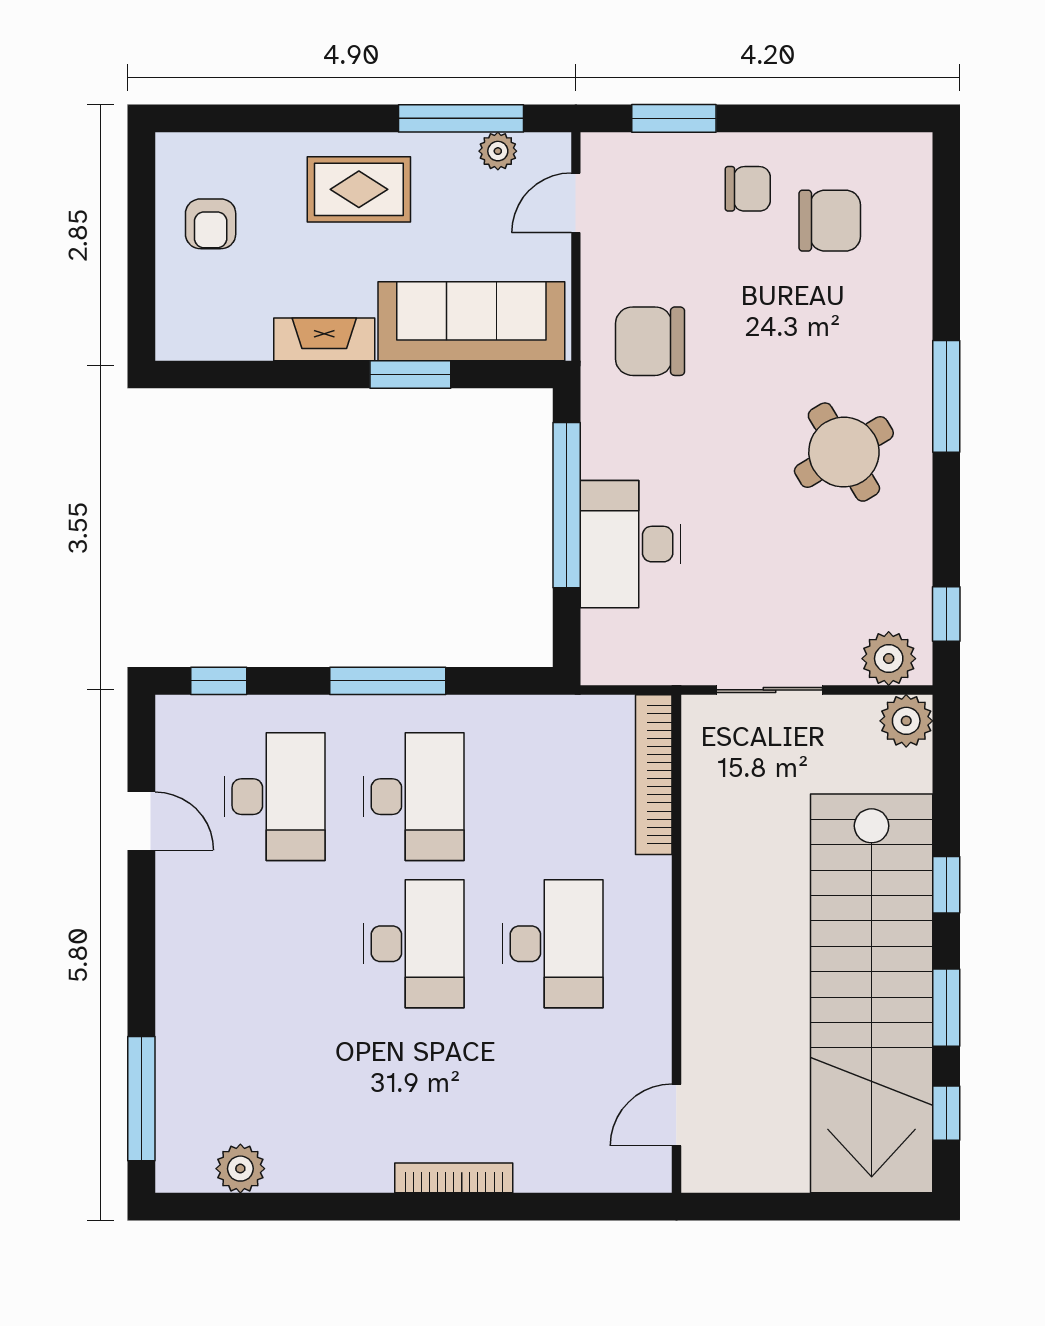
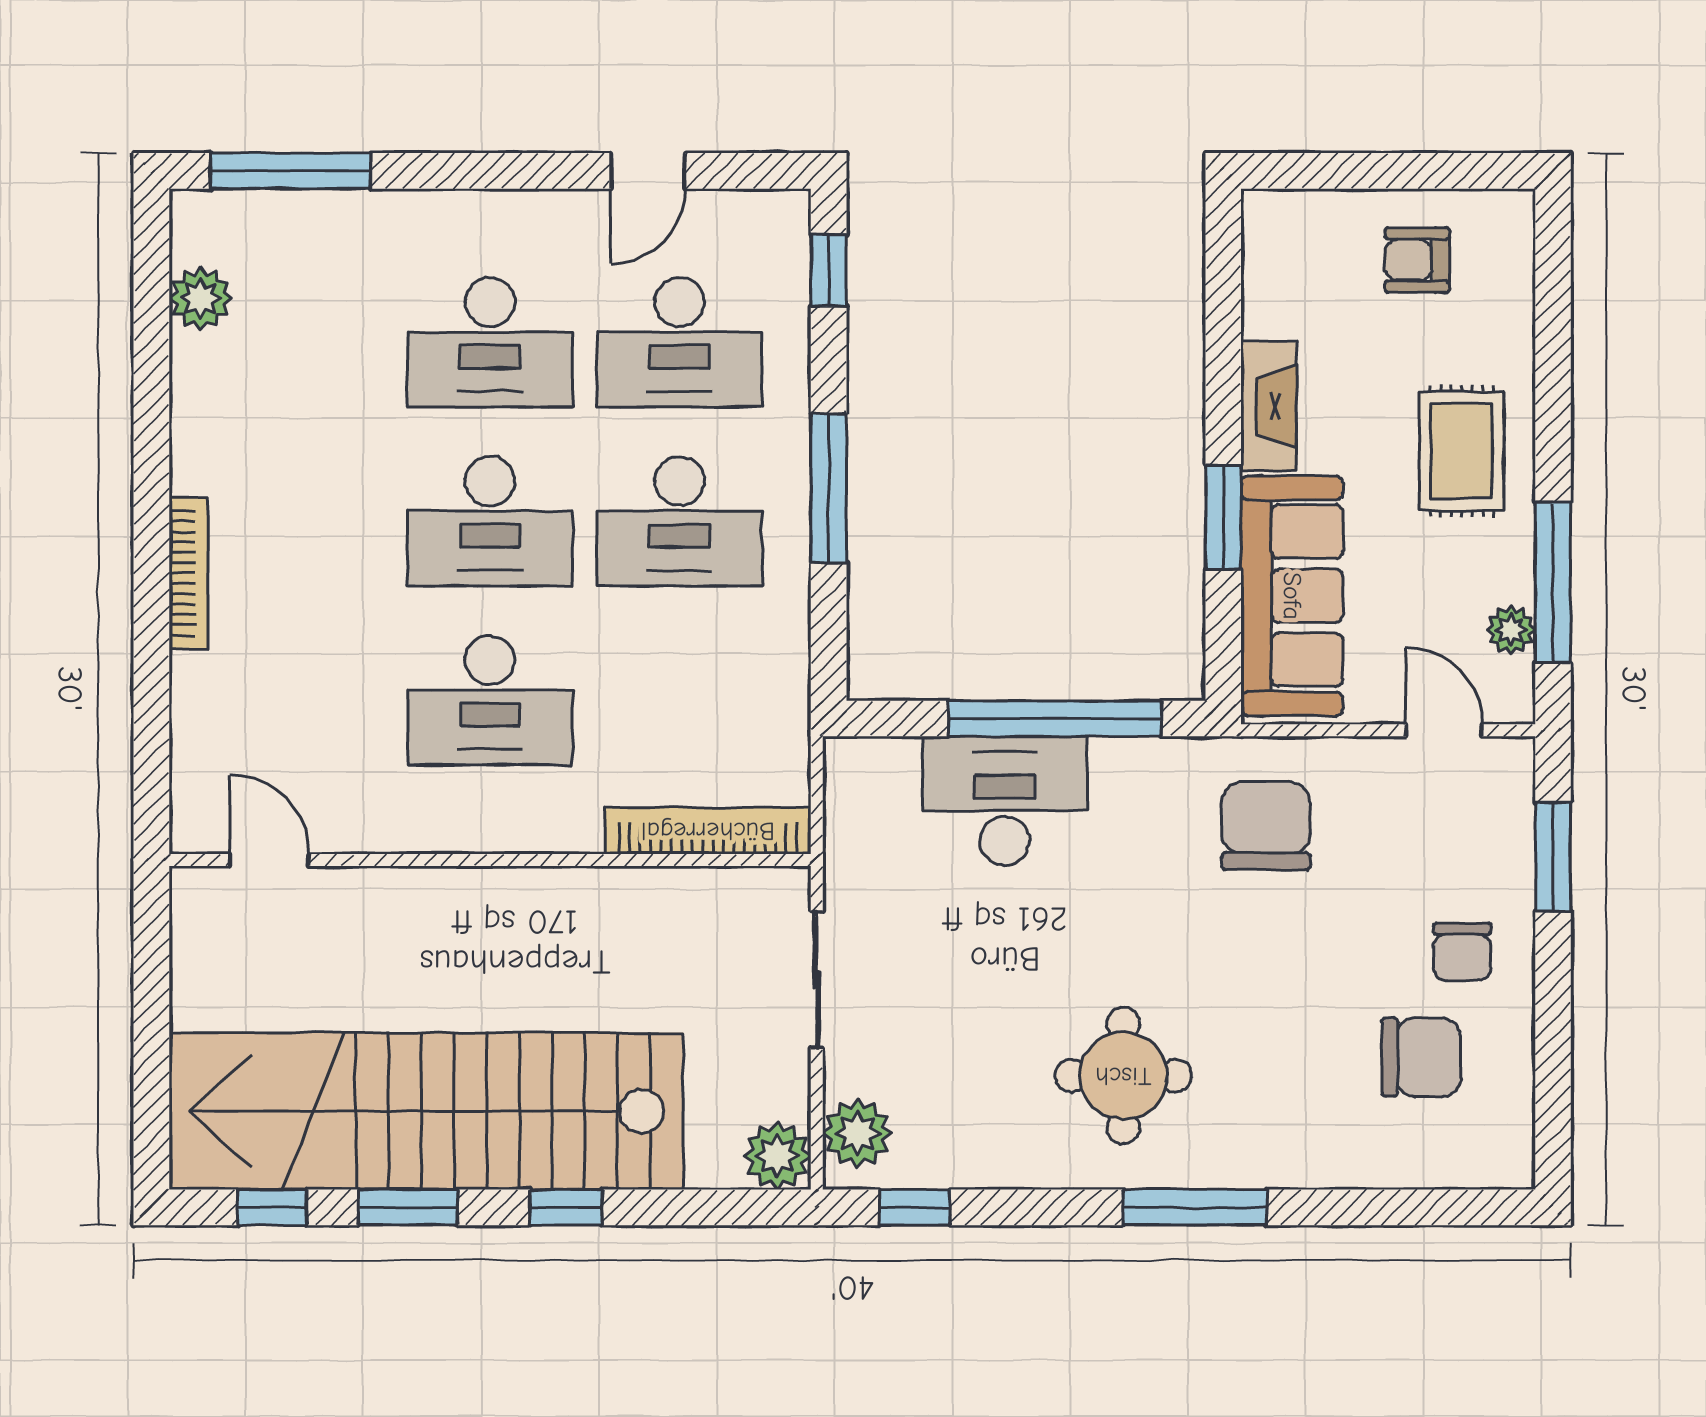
chair: (830, 221) -> (1421, 1057), turned -90
round table: (844, 452) -> (1123, 1076), turned 31
desk: (274, 944) -> (490, 342), added

